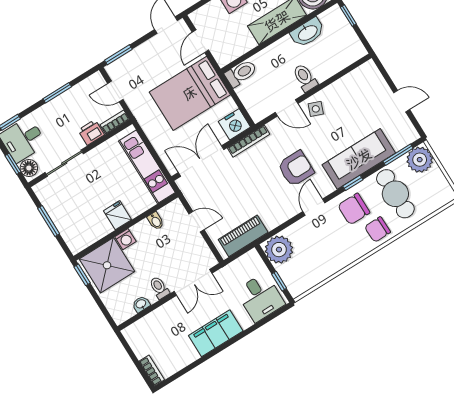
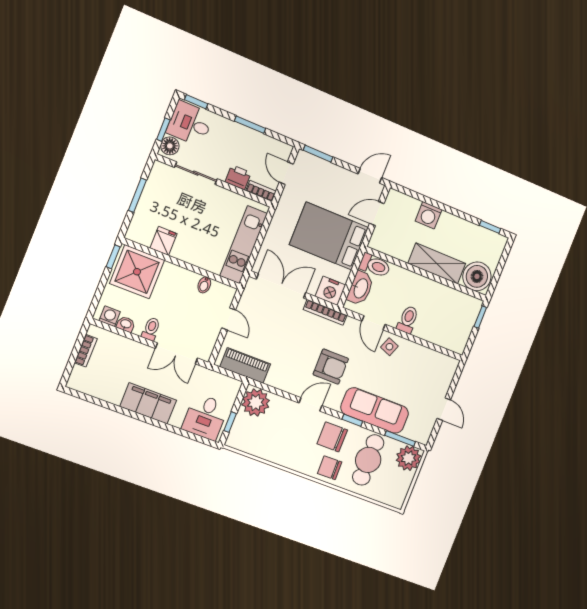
washbasin: (308, 33) -> (360, 288), moved, turned -90
fridge: (118, 215) -> (164, 241), moved
washing machine: (125, 239) -> (110, 316), moved, turned 180
bookcase: (152, 371) -> (86, 351), moved

